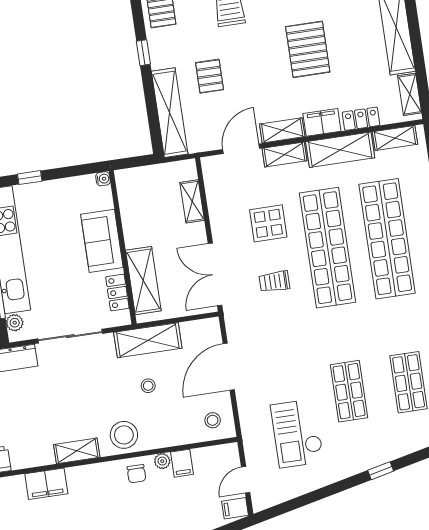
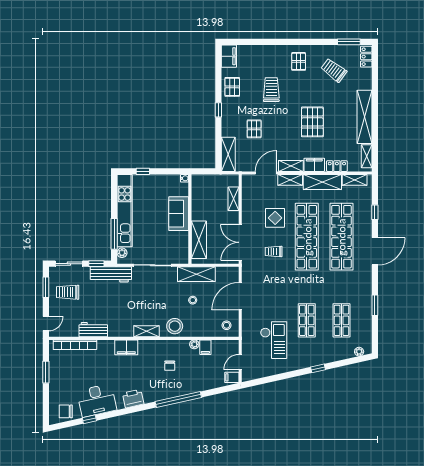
shelving: (170, 113) -> (228, 154), width x0.68
locker: (117, 293) -> (183, 244), removed
checkout: (297, 433) -> (274, 340), turned 180
chair: (136, 474) -> (170, 366), moved

